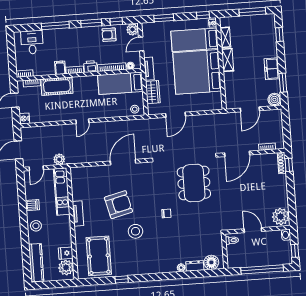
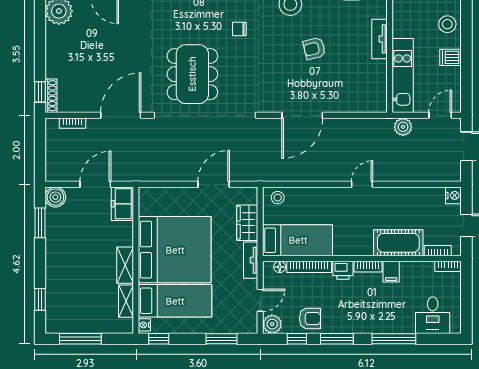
freezer: (272, 69) -> (122, 204), moved, turned 180
armchair: (118, 205) -> (314, 48), width x0.53, depth x0.53

